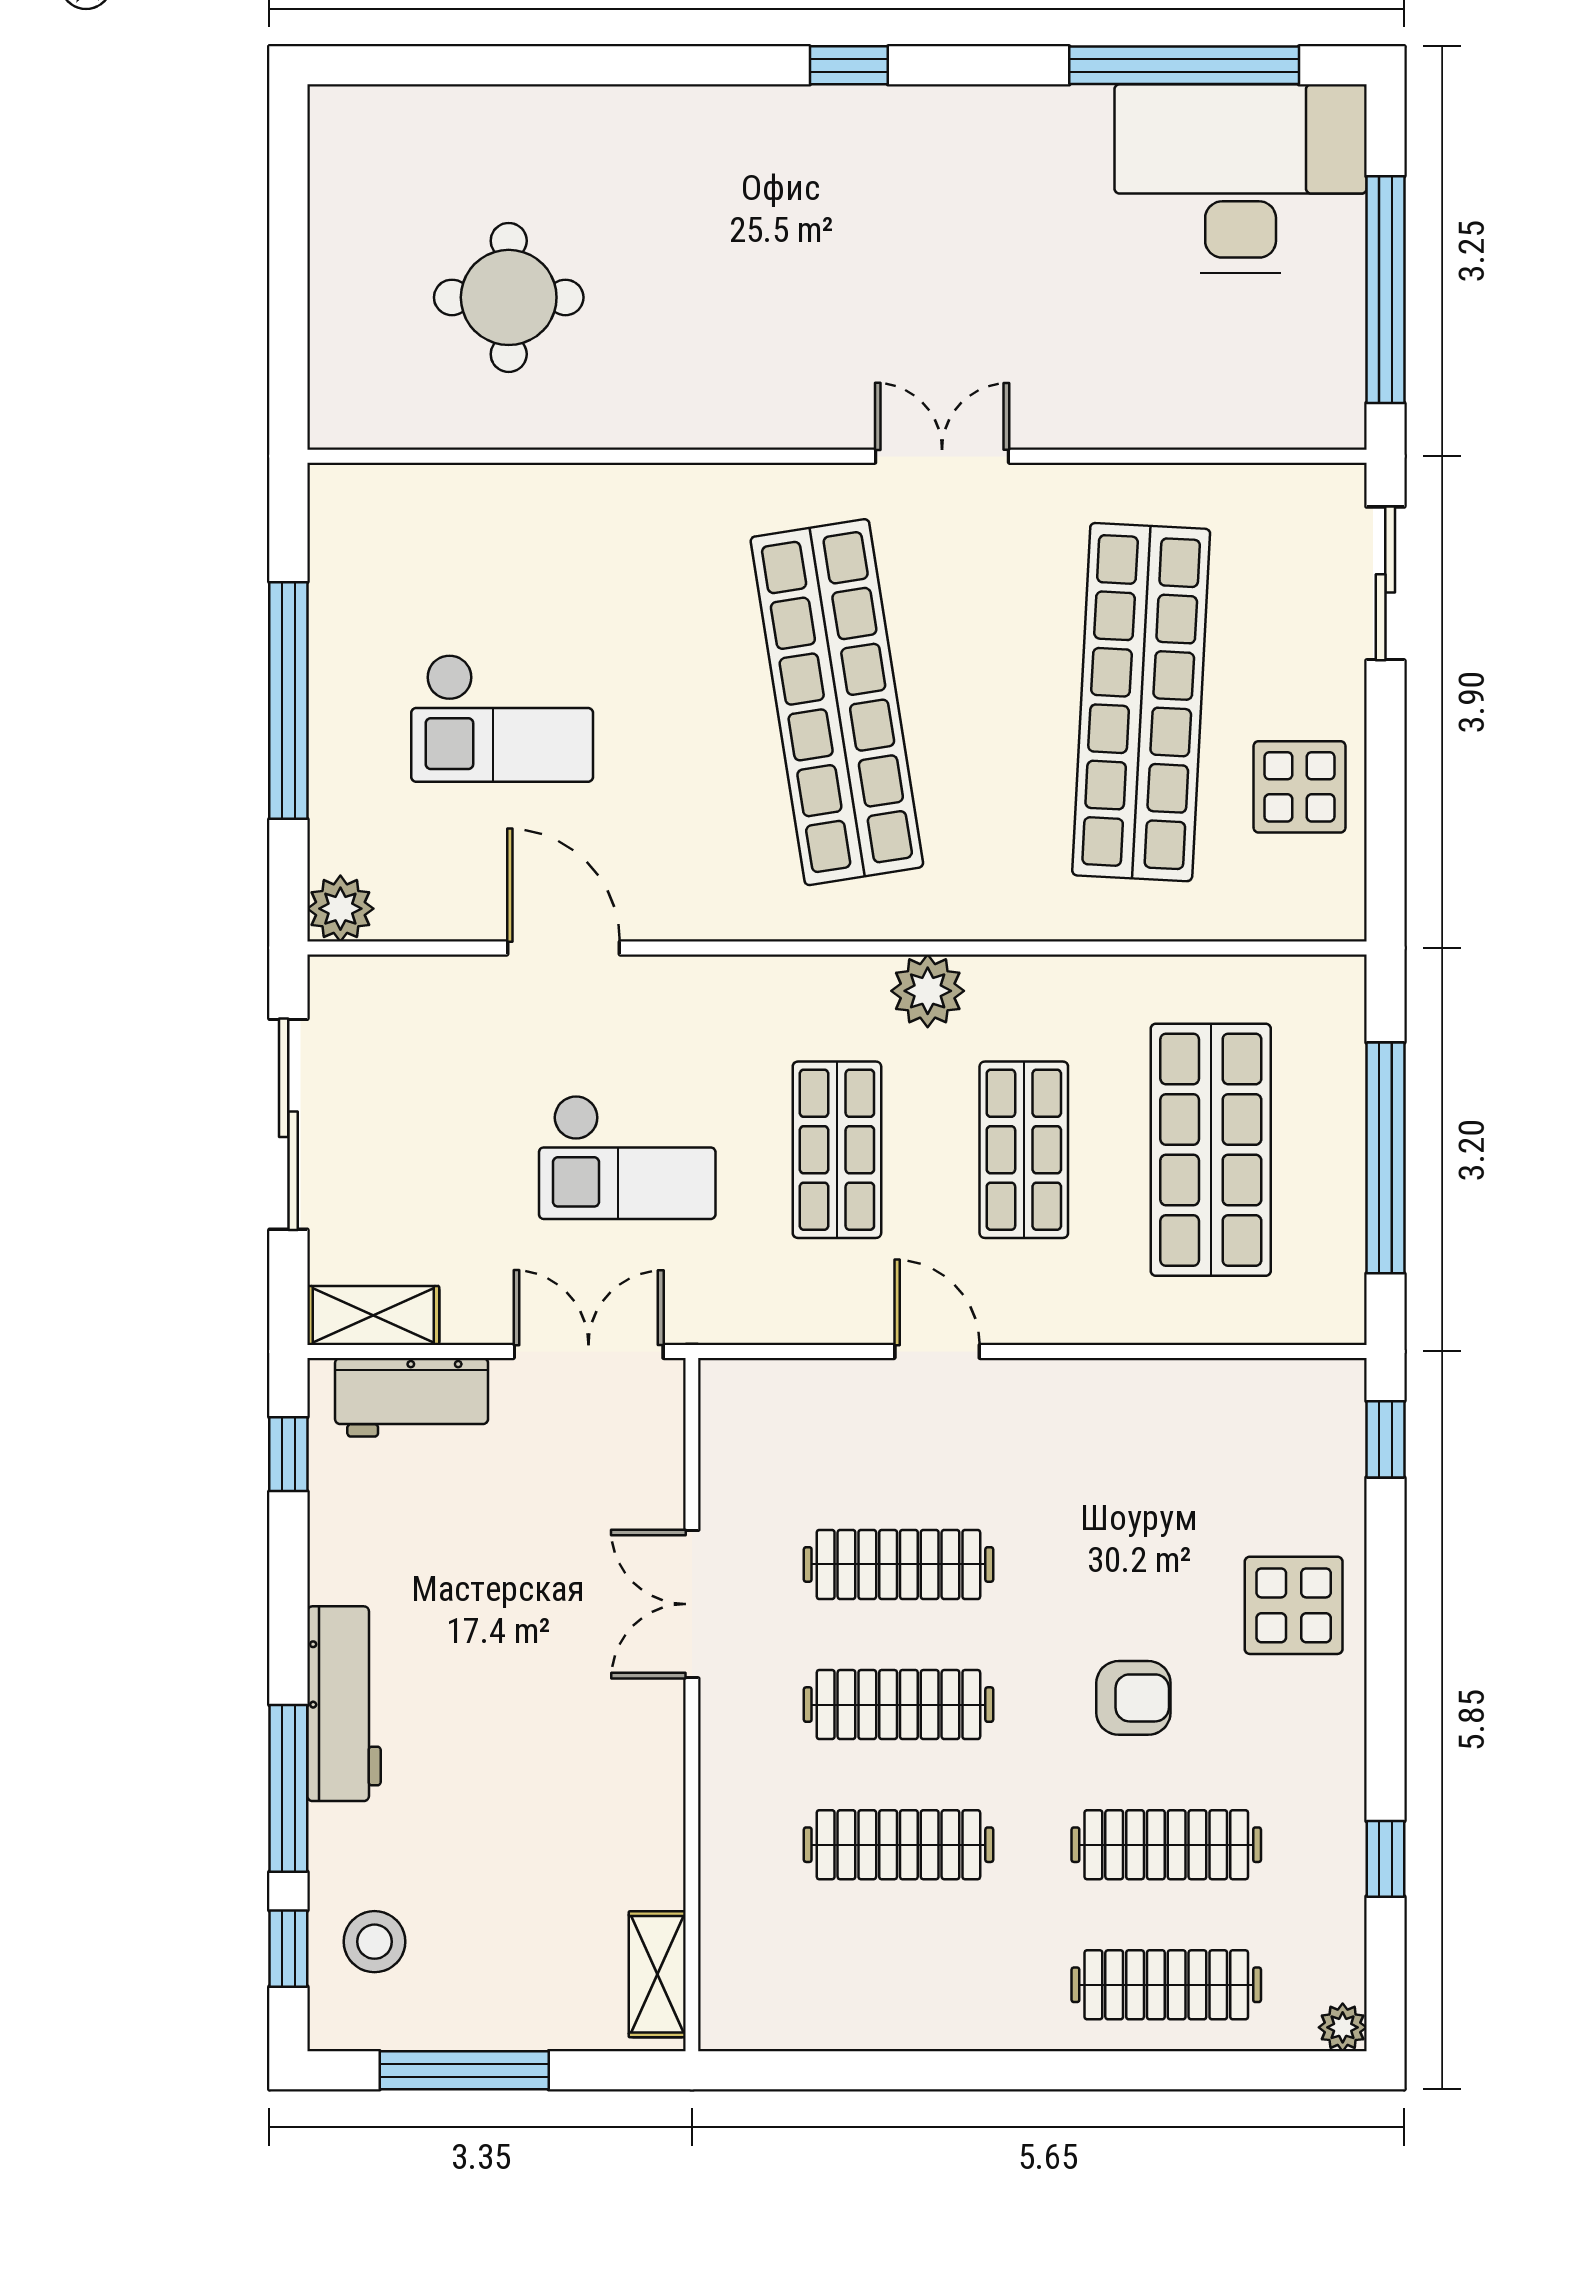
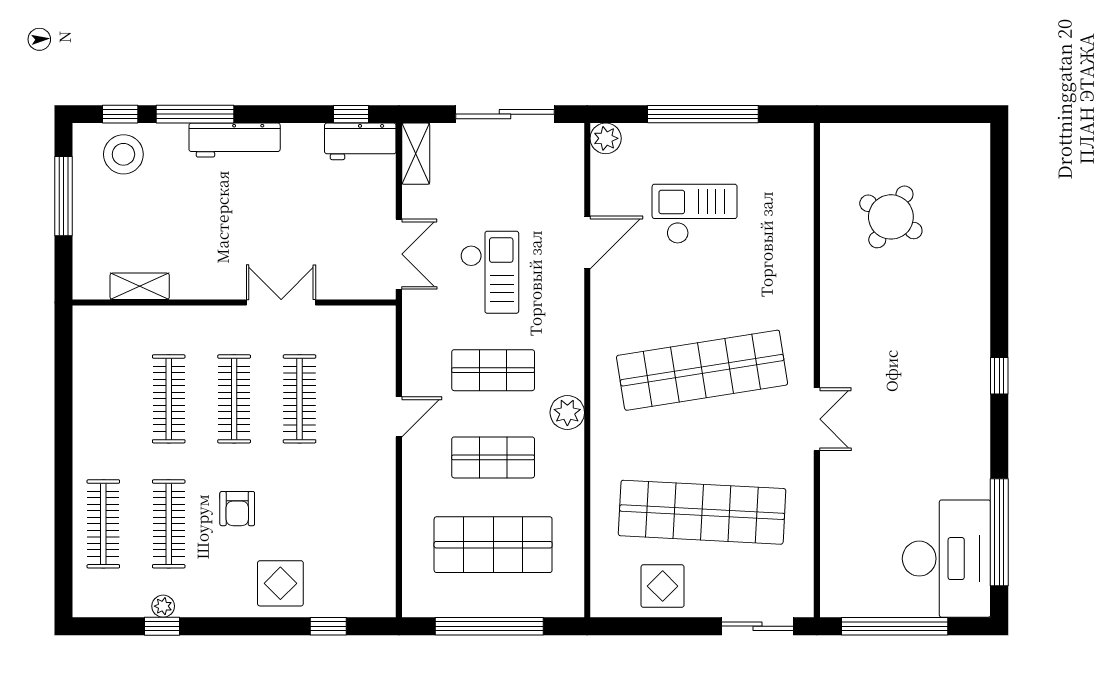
round table: (509, 297) -> (891, 217), turned 31
checkout: (502, 718) -> (695, 214), turned 90
checkout: (627, 1157) -> (490, 272), turned 180
workbench: (412, 1397) -> (360, 141), moved, turned -90
window: (1385, 1439) -> (328, 626), moved
stool: (374, 1942) -> (123, 154), width x1.38, depth x1.38
shelving: (657, 1974) -> (140, 286), moved
plant: (1343, 2027) -> (163, 606), moved

